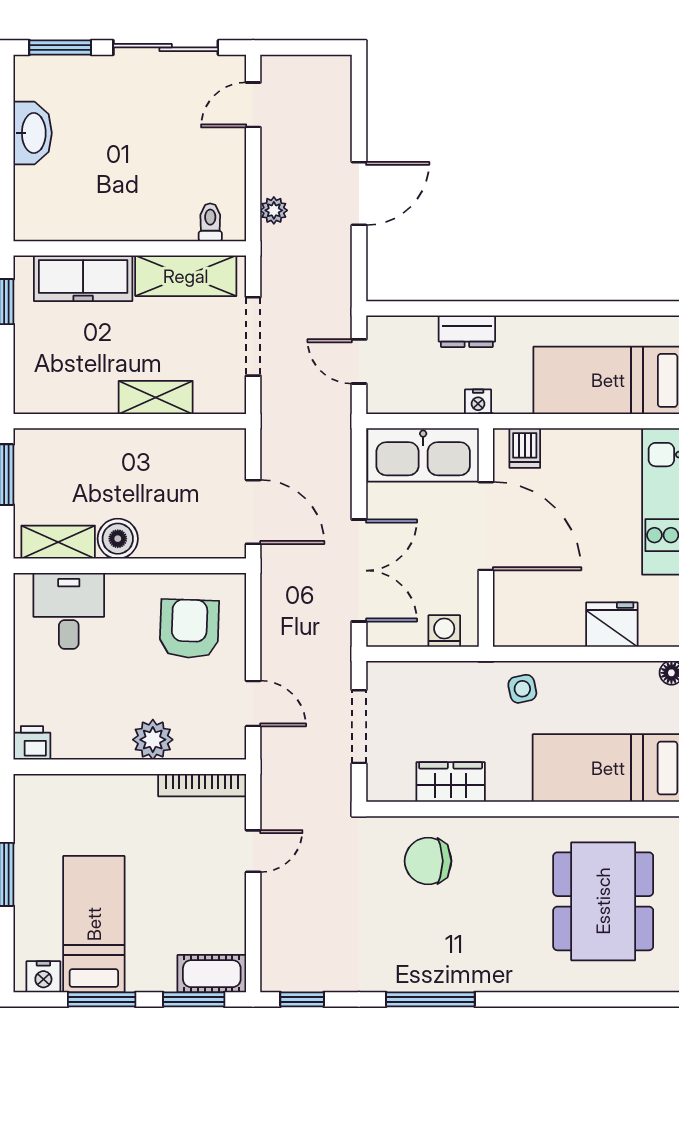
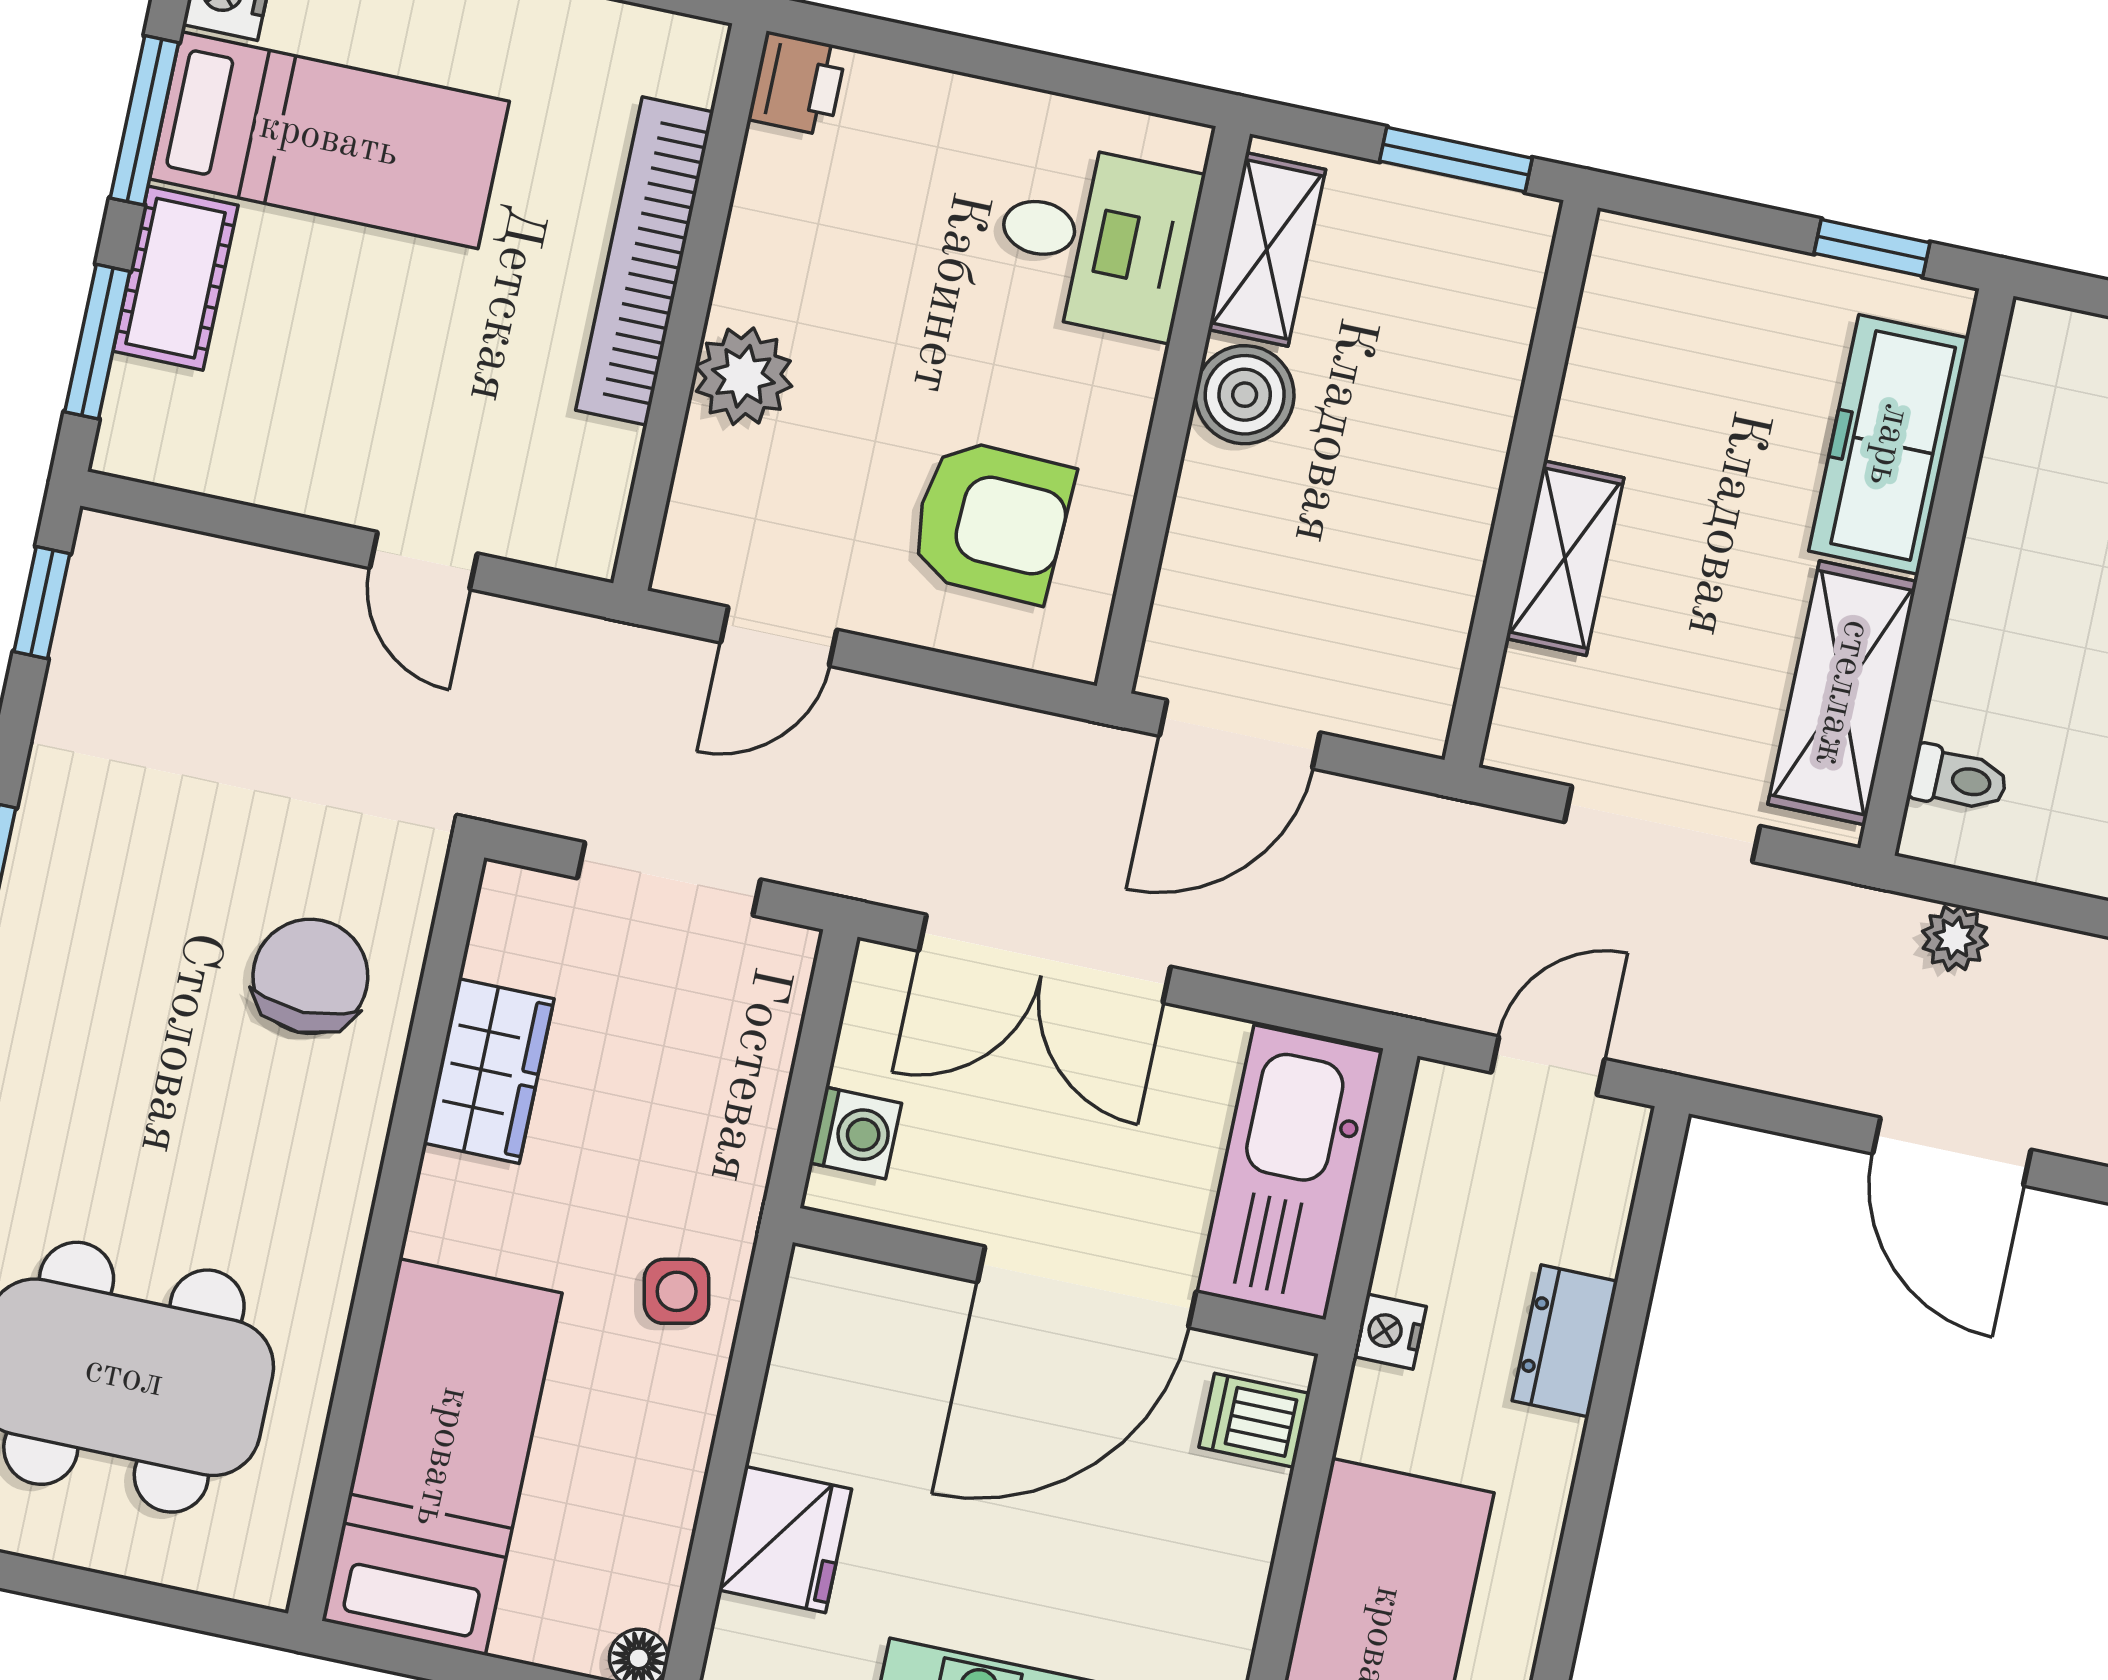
bookcase: (202, 785) -> (645, 261), moved, width x1.48, depth x1.31
cot: (212, 974) -> (176, 278), moved

